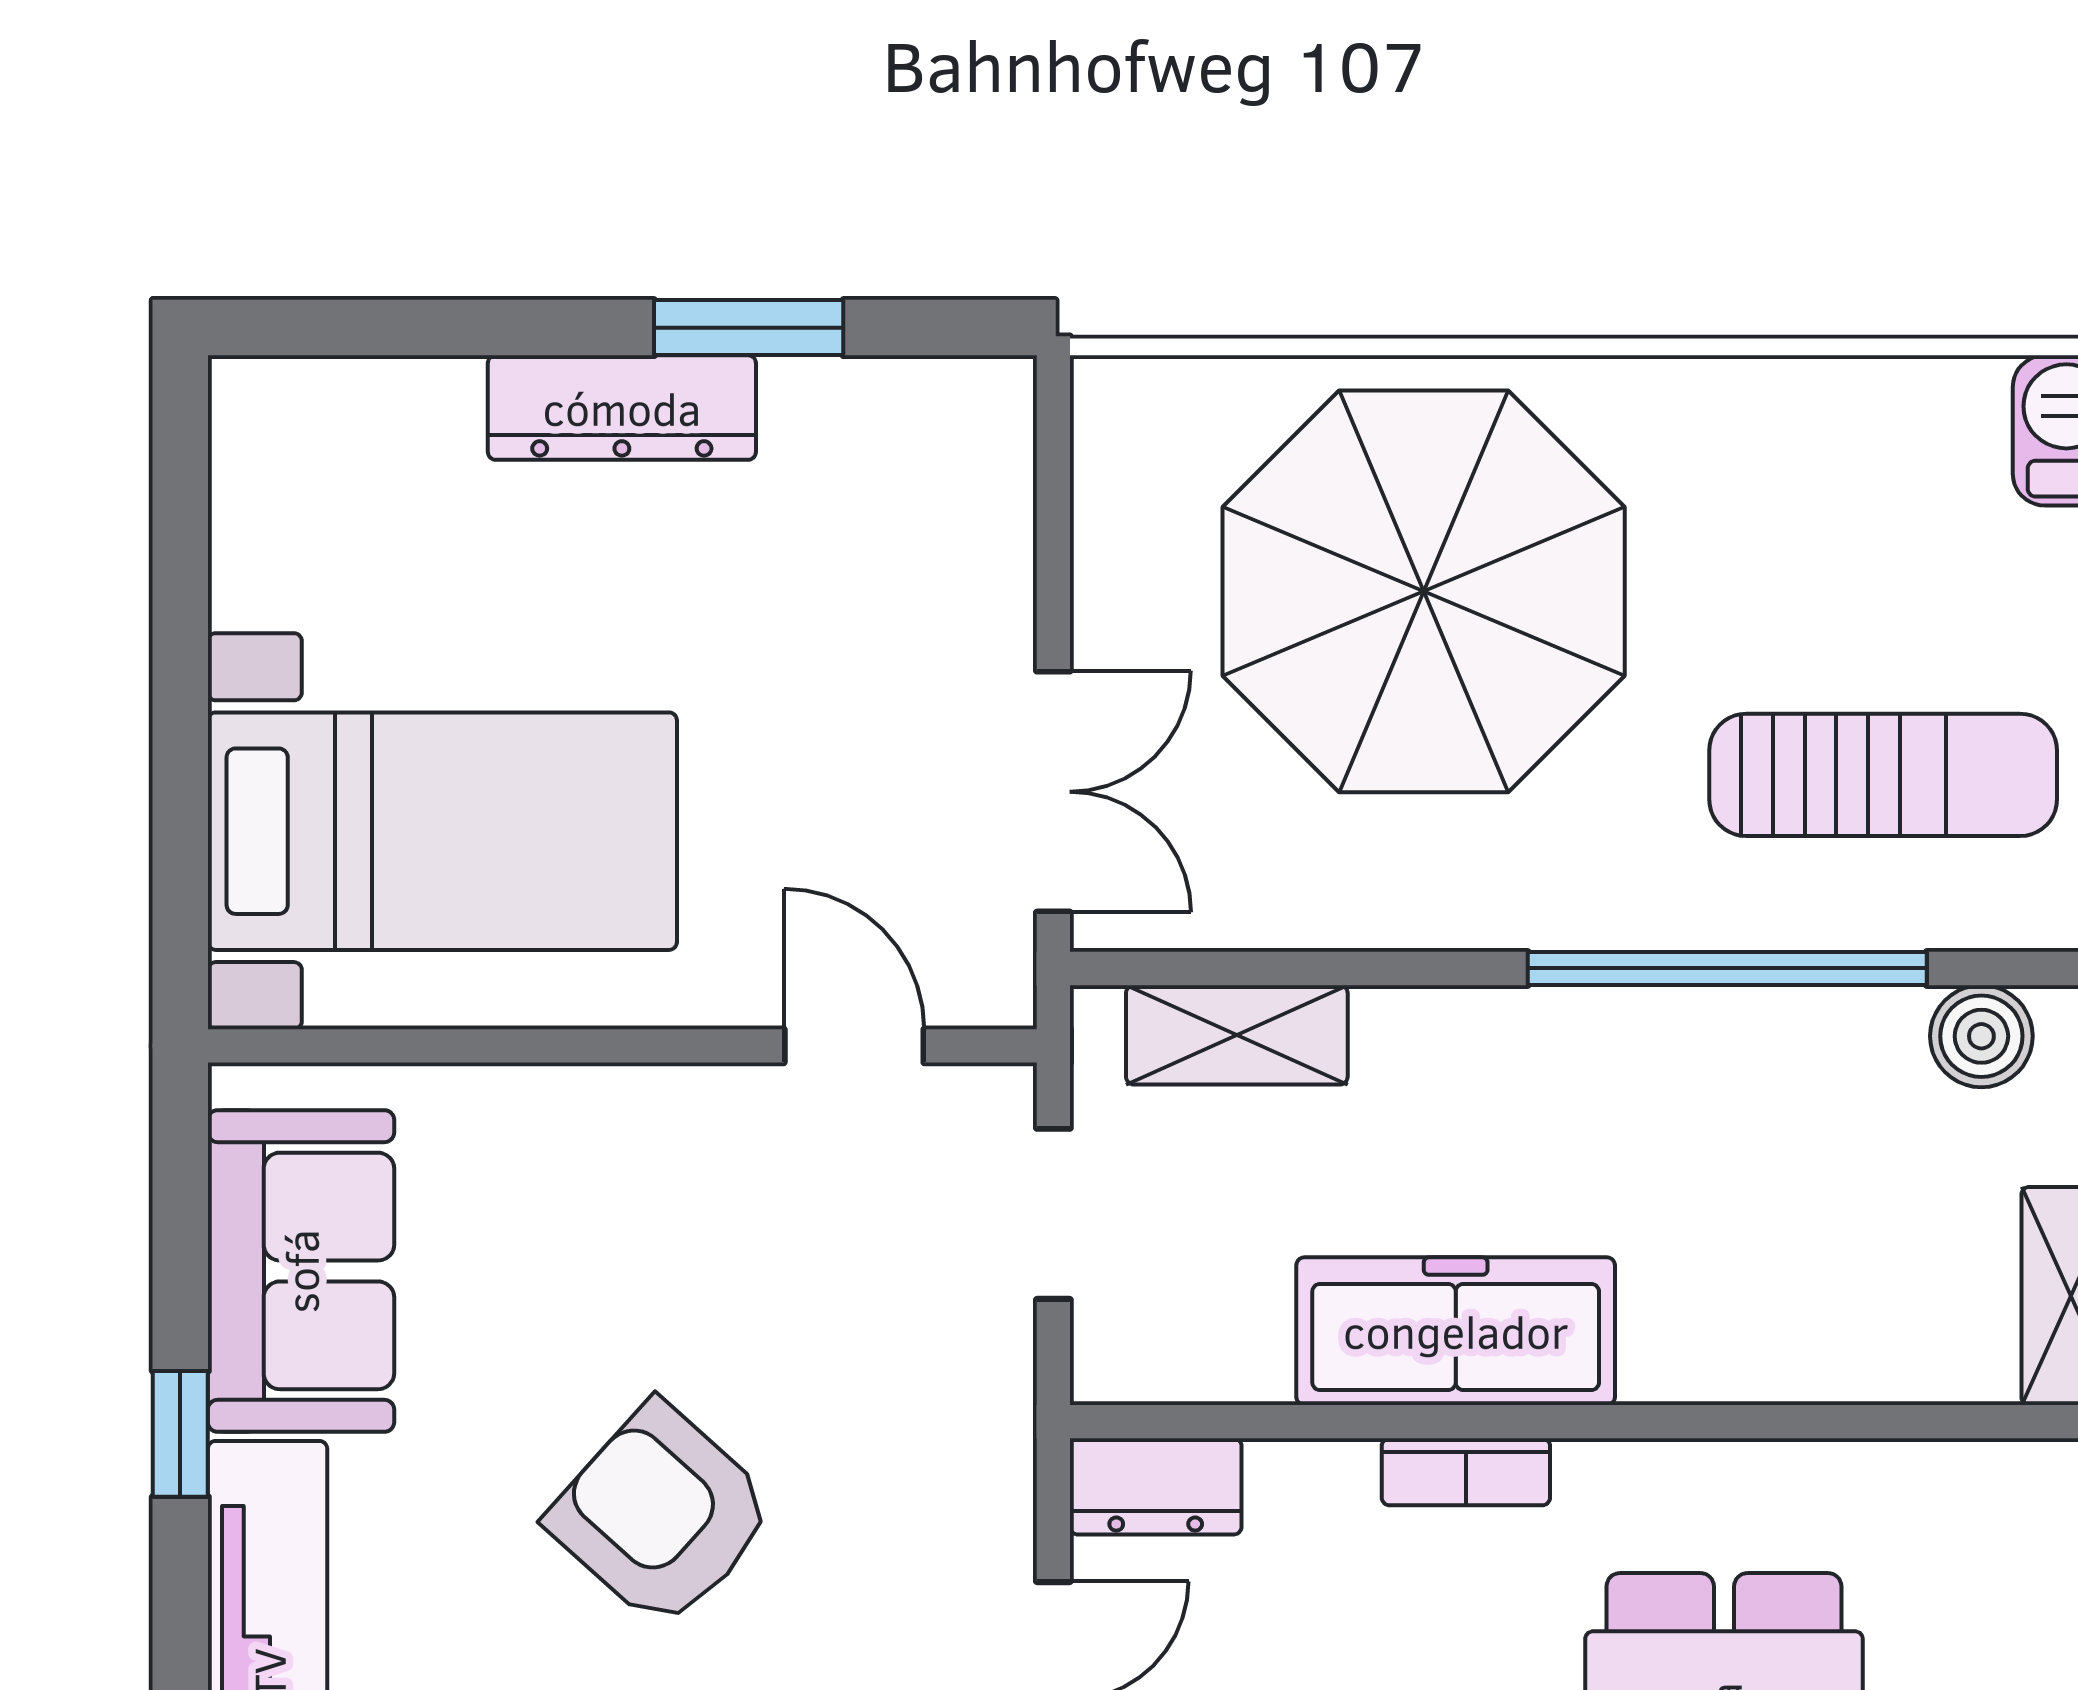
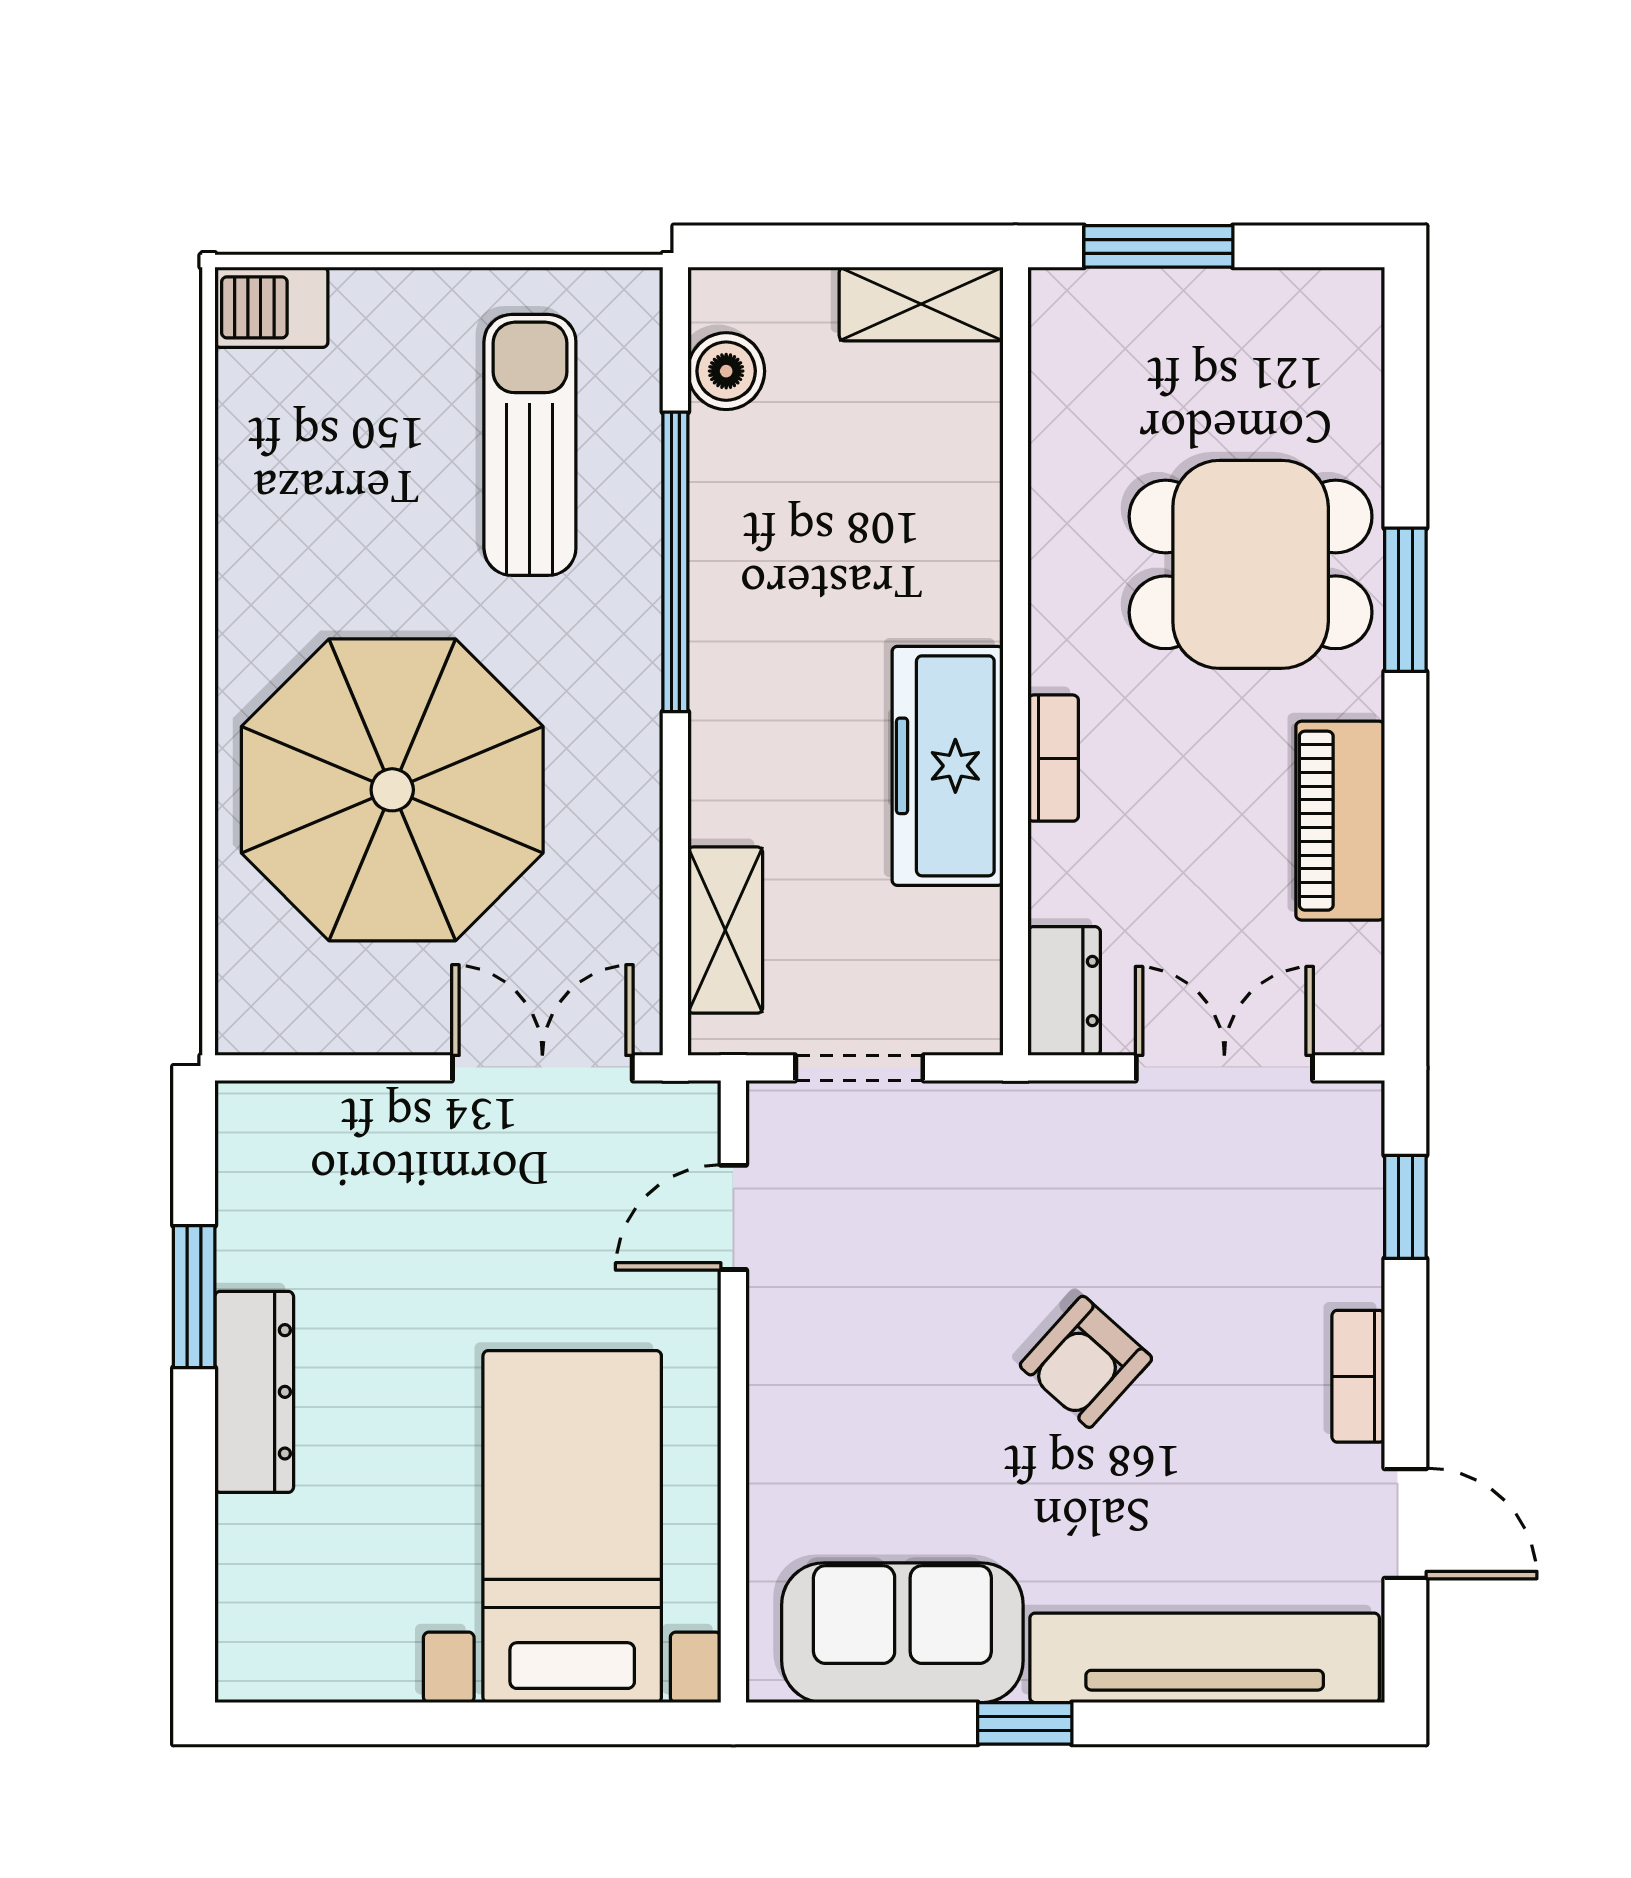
armchair: (662, 1515) -> (1086, 1362), width x0.72, depth x0.72

